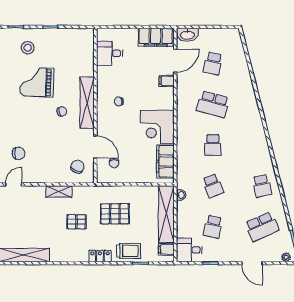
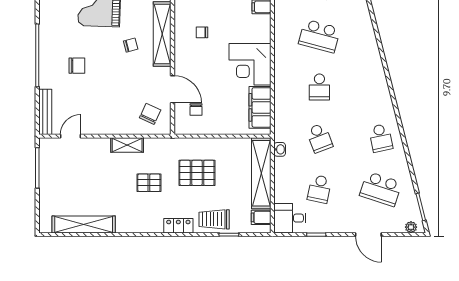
chair: (19, 153) -> (77, 66), moved
school desk: (262, 227) -> (381, 189), turned 42
trolley: (129, 251) -> (214, 219), turned 180

